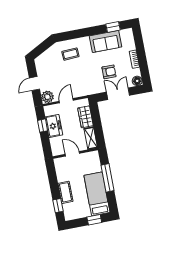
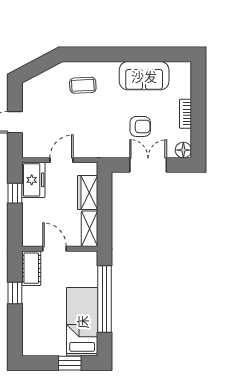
window: (113, 27) -> (161, 54), removed
plant: (47, 97) -> (32, 148), removed
freezer: (54, 126) -> (33, 180), moved
window: (108, 178) -> (104, 299), width x1.46
cot: (65, 192) -> (31, 268), moved
window: (58, 206) -> (15, 293), moved

